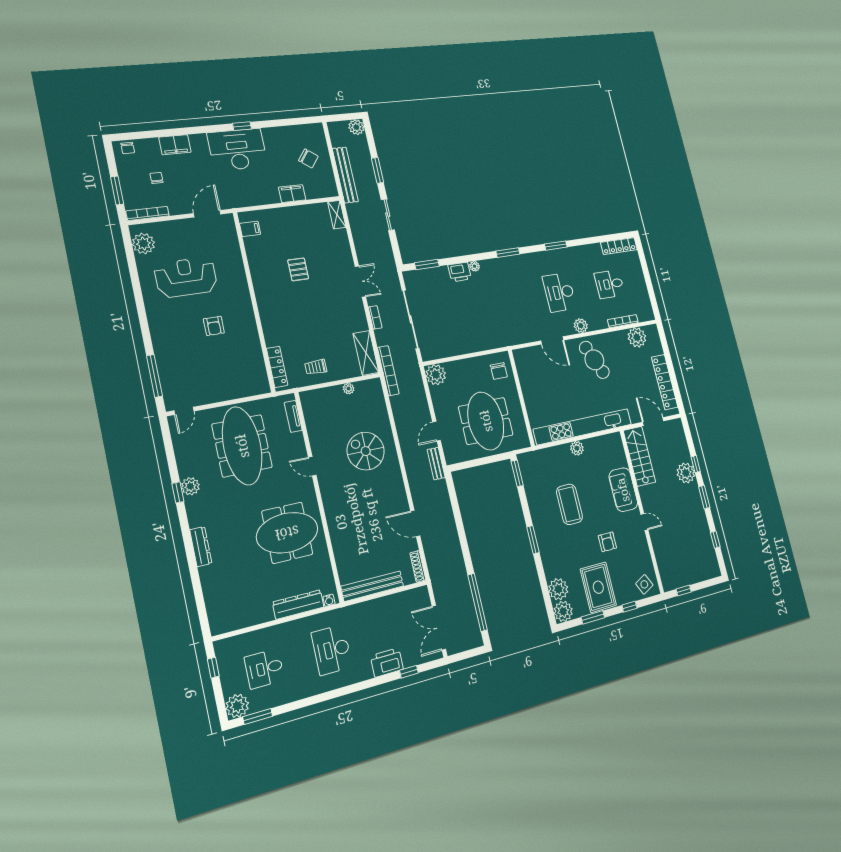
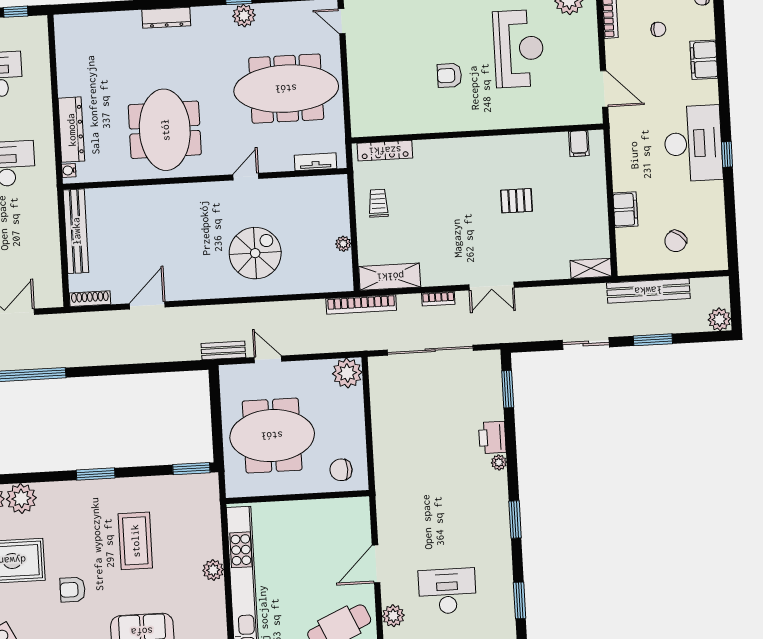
coffee table: (569, 504) -> (135, 541), turned 90

